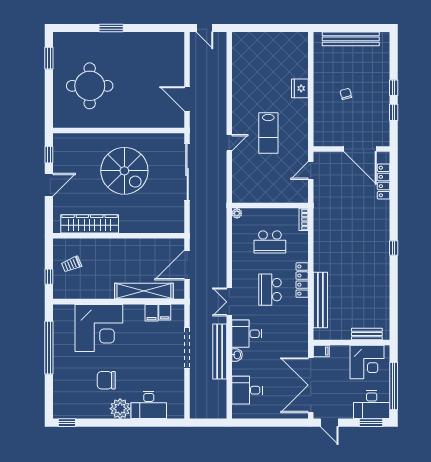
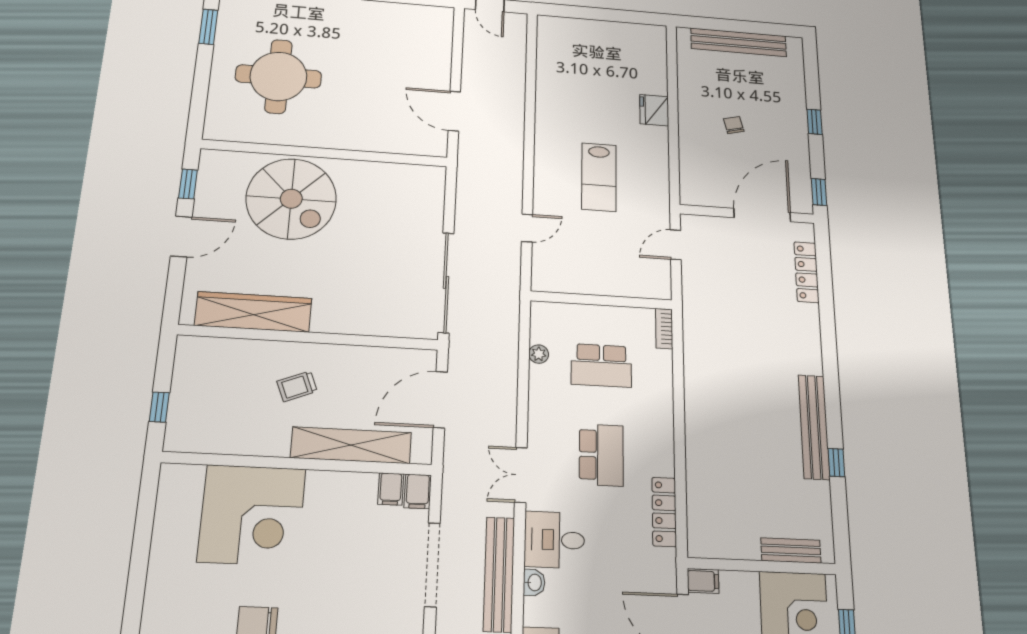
window: (394, 112) -> (819, 192), moved
door: (229, 143) -> (527, 228), moved
door: (360, 149) -> (762, 215), swing flipped
spiral stairs: (124, 171) -> (291, 199), moved
sliding door: (187, 172) -> (446, 282), moved
plant: (237, 213) -> (539, 354), moved
window: (394, 248) -> (836, 462), moved
trolley: (71, 264) -> (297, 386), moved
locker: (302, 280) -> (664, 512), moved
school desk: (270, 290) -> (601, 455), turned 180
bench: (320, 300) -> (814, 427), moved
filing cabinet: (151, 313) -> (418, 491), moved
window: (49, 348) -> (141, 551), removed

